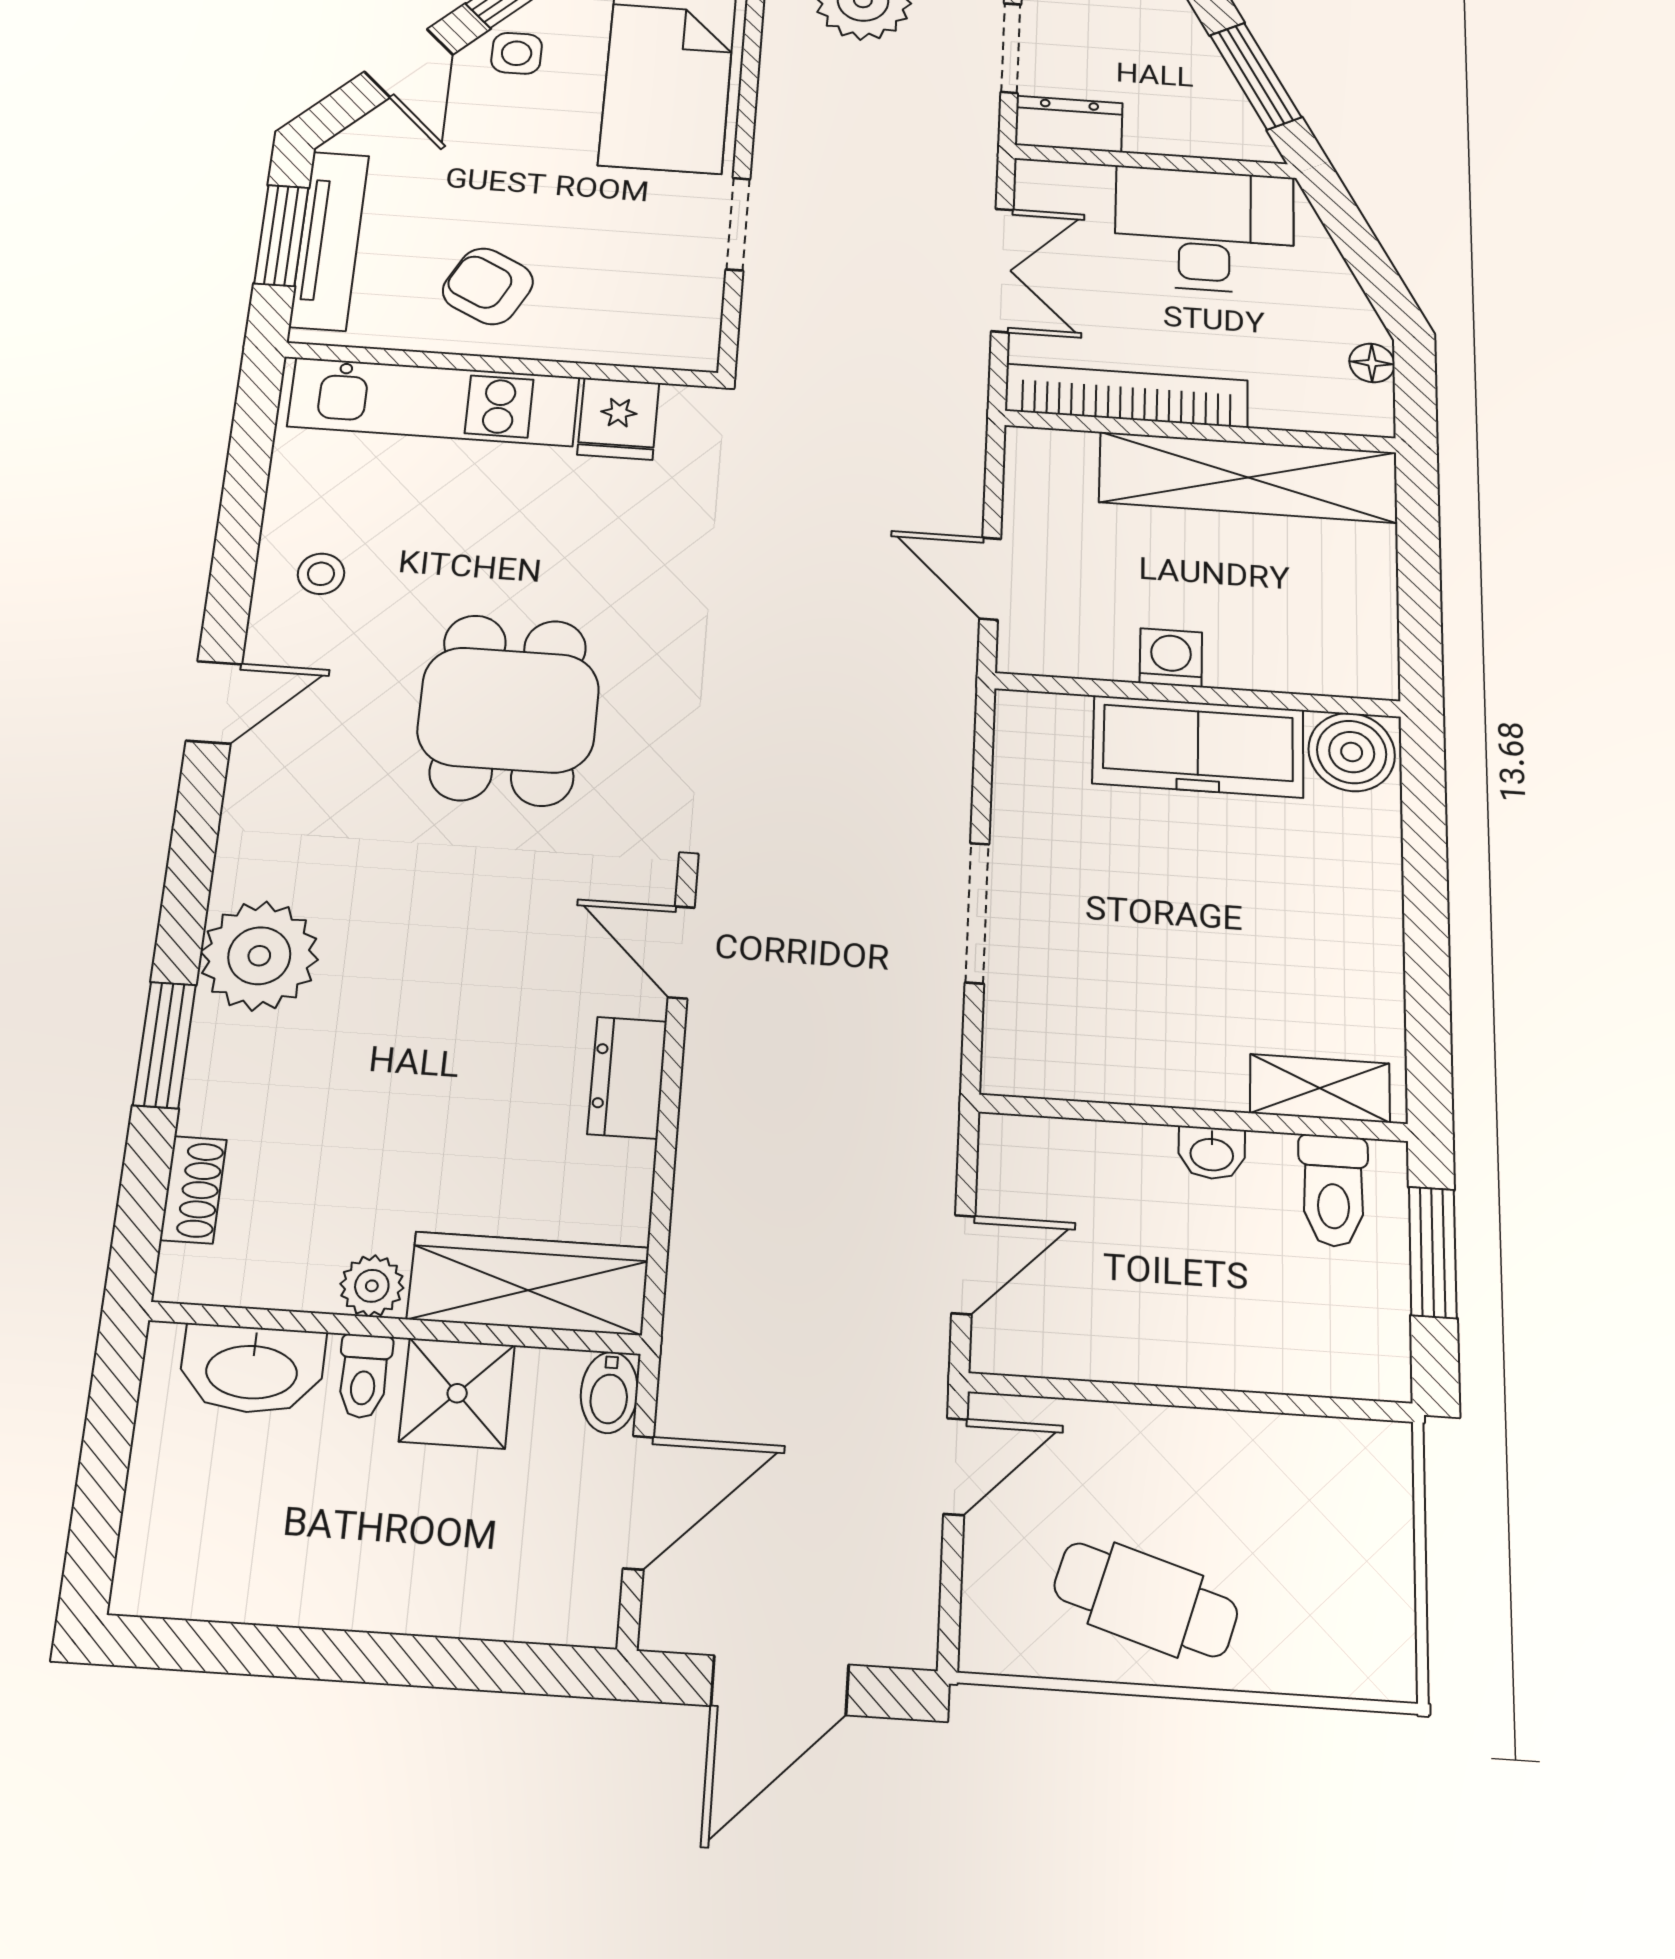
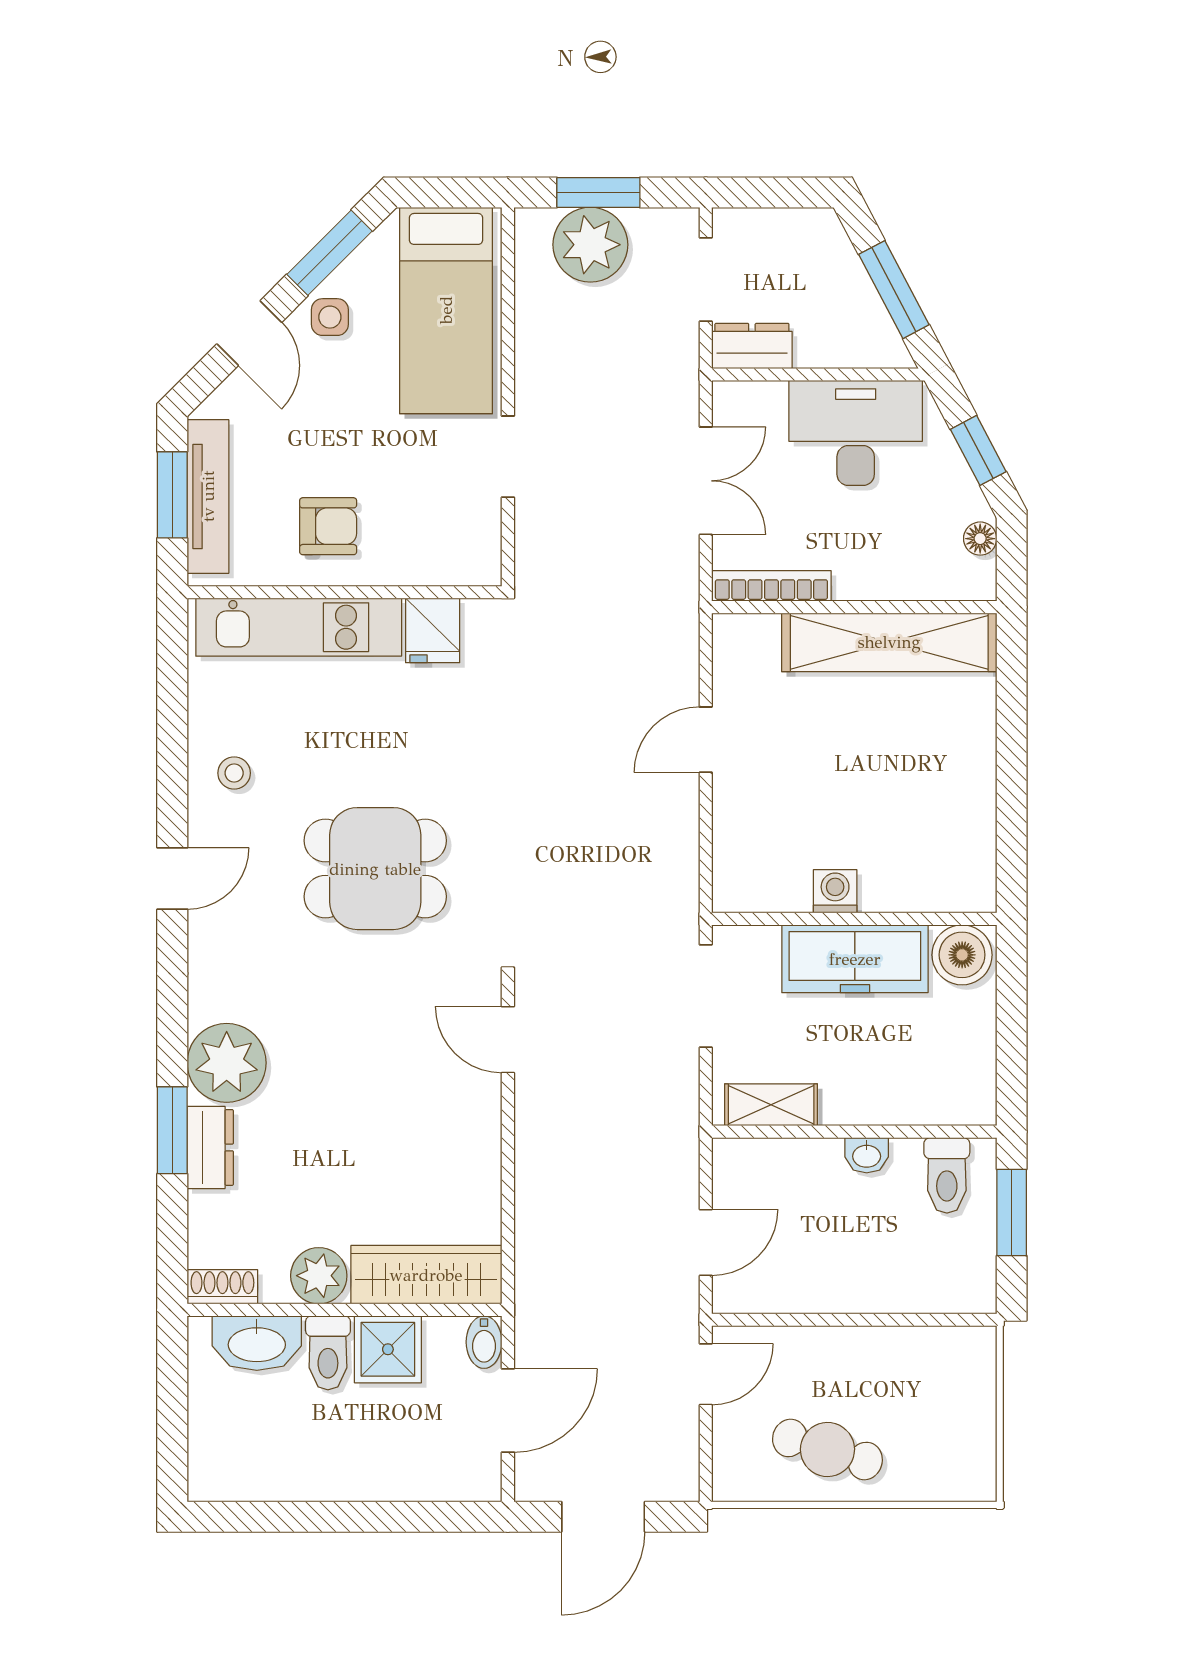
window: (1368, 261) -> (978, 450), added
armchair: (488, 286) -> (328, 526), turned 153
bookcase: (1127, 396) -> (771, 586), width x0.68, depth x0.76
door: (990, 579) -> (706, 740), hinge flipped
washing machine: (1171, 658) -> (835, 891), moved
wall: (1198, 695) -> (854, 919), moved
dining table: (508, 710) -> (375, 869), turned 90
freezer: (1198, 746) -> (855, 959), moved
boiler: (1352, 752) -> (962, 955), moved
dresser: (627, 1078) -> (210, 1147), moved, turned 180
shelving: (1320, 1088) -> (771, 1105), moved
shoe rack: (193, 1190) -> (222, 1287), moved, turned -90
plant: (372, 1286) -> (319, 1276), width x1.38, depth x1.38
toilet: (364, 1376) -> (328, 1353), width x1.37, depth x1.39

